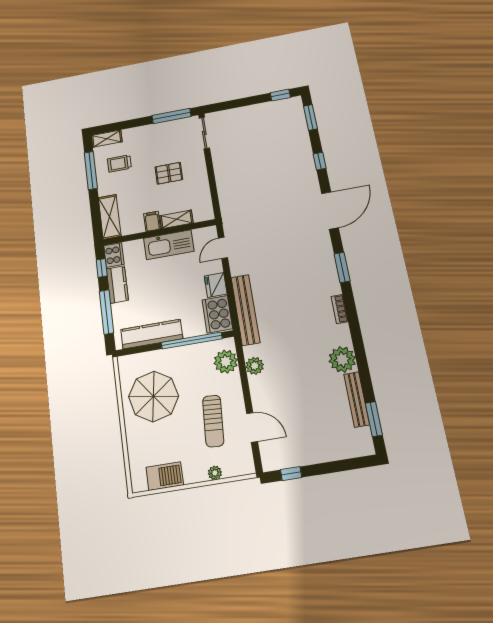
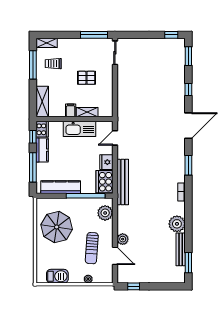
plant: (255, 366) -> (123, 239), moved

